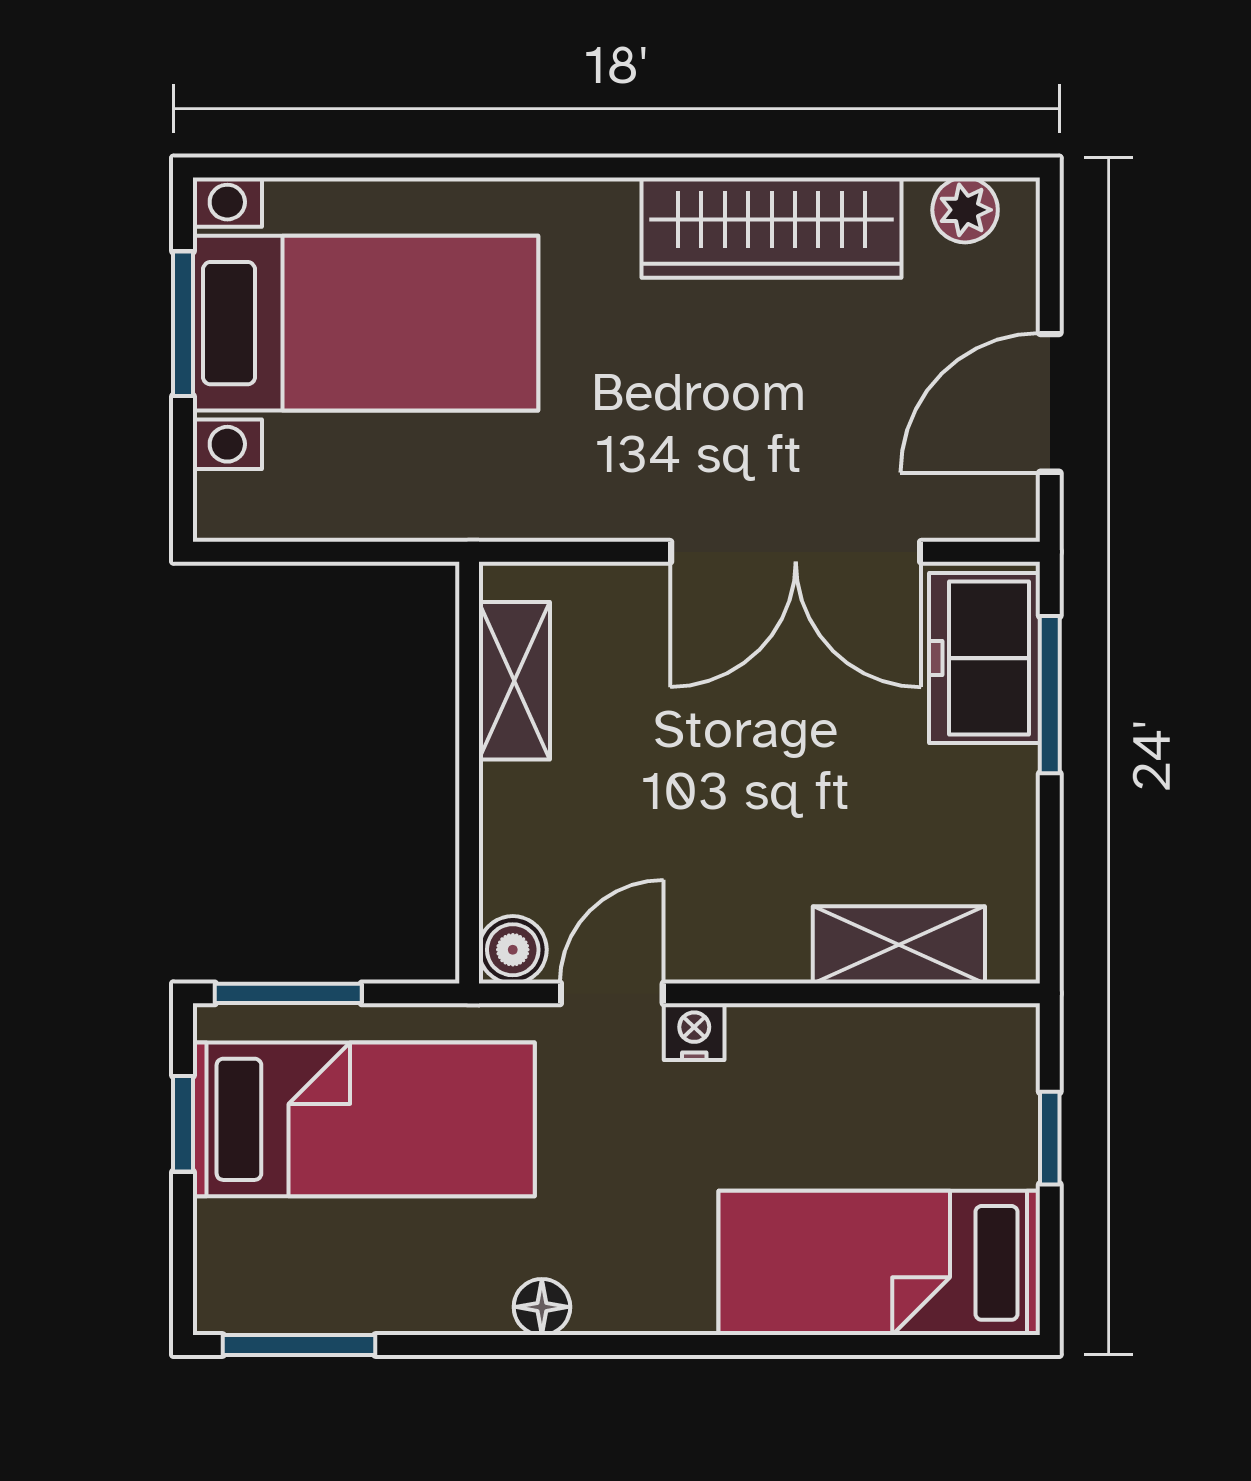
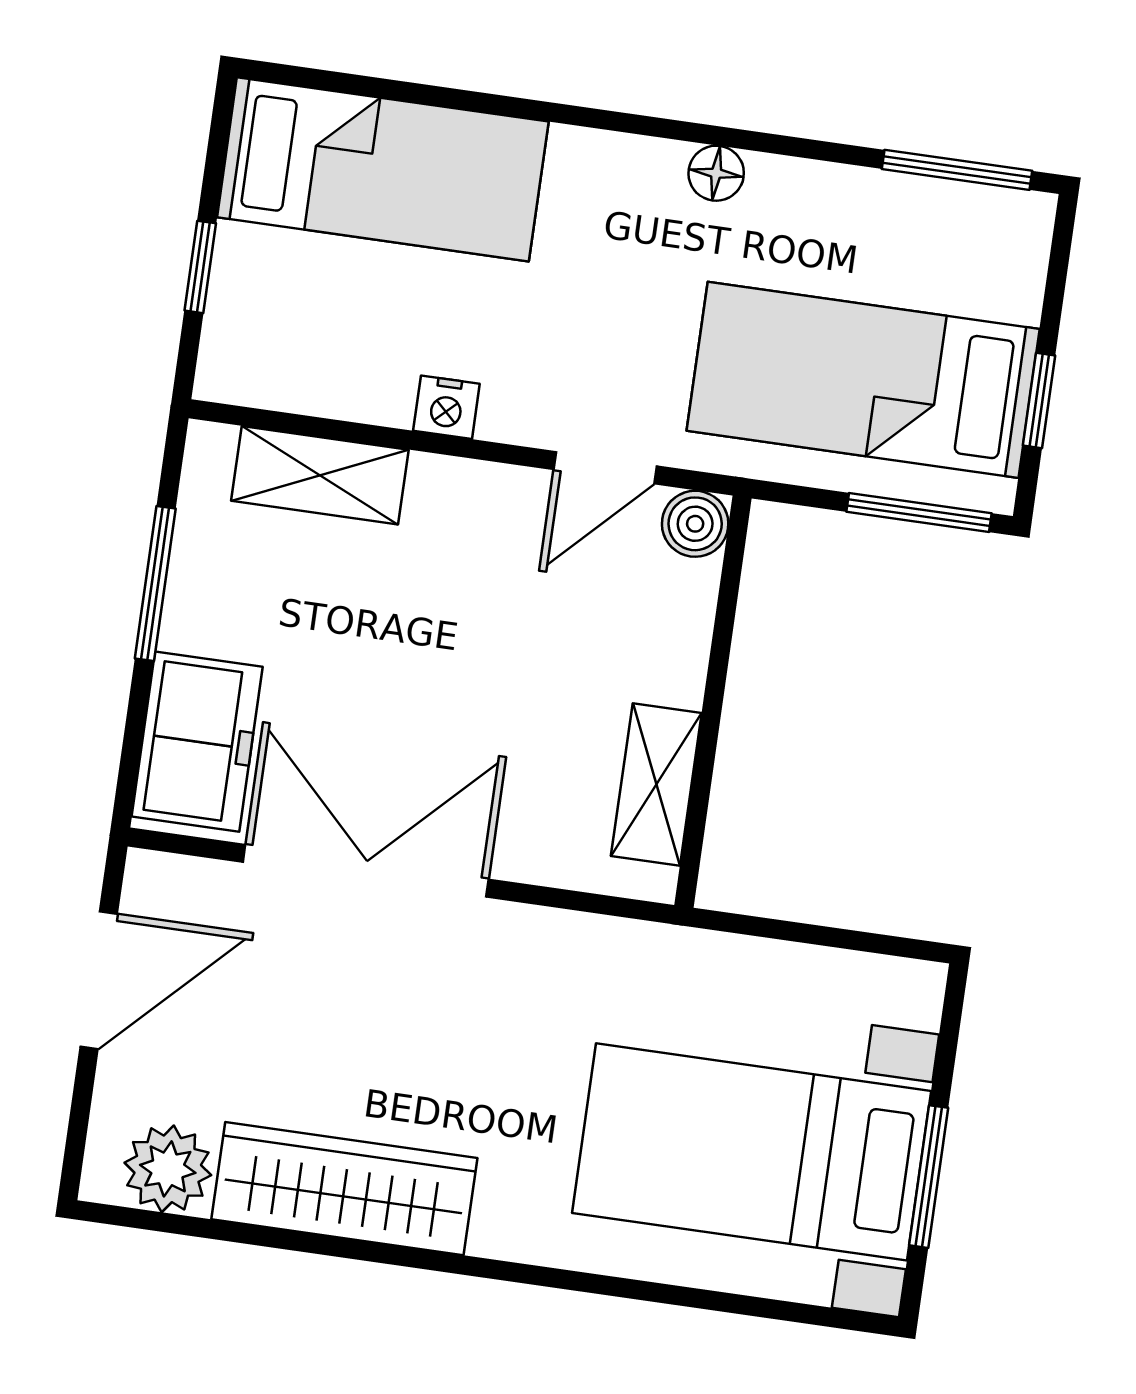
plant: (965, 210) -> (168, 1169), width x1.38, depth x1.38
window: (1050, 695) -> (155, 583), moved
nightstand: (694, 1032) -> (446, 407), moved

